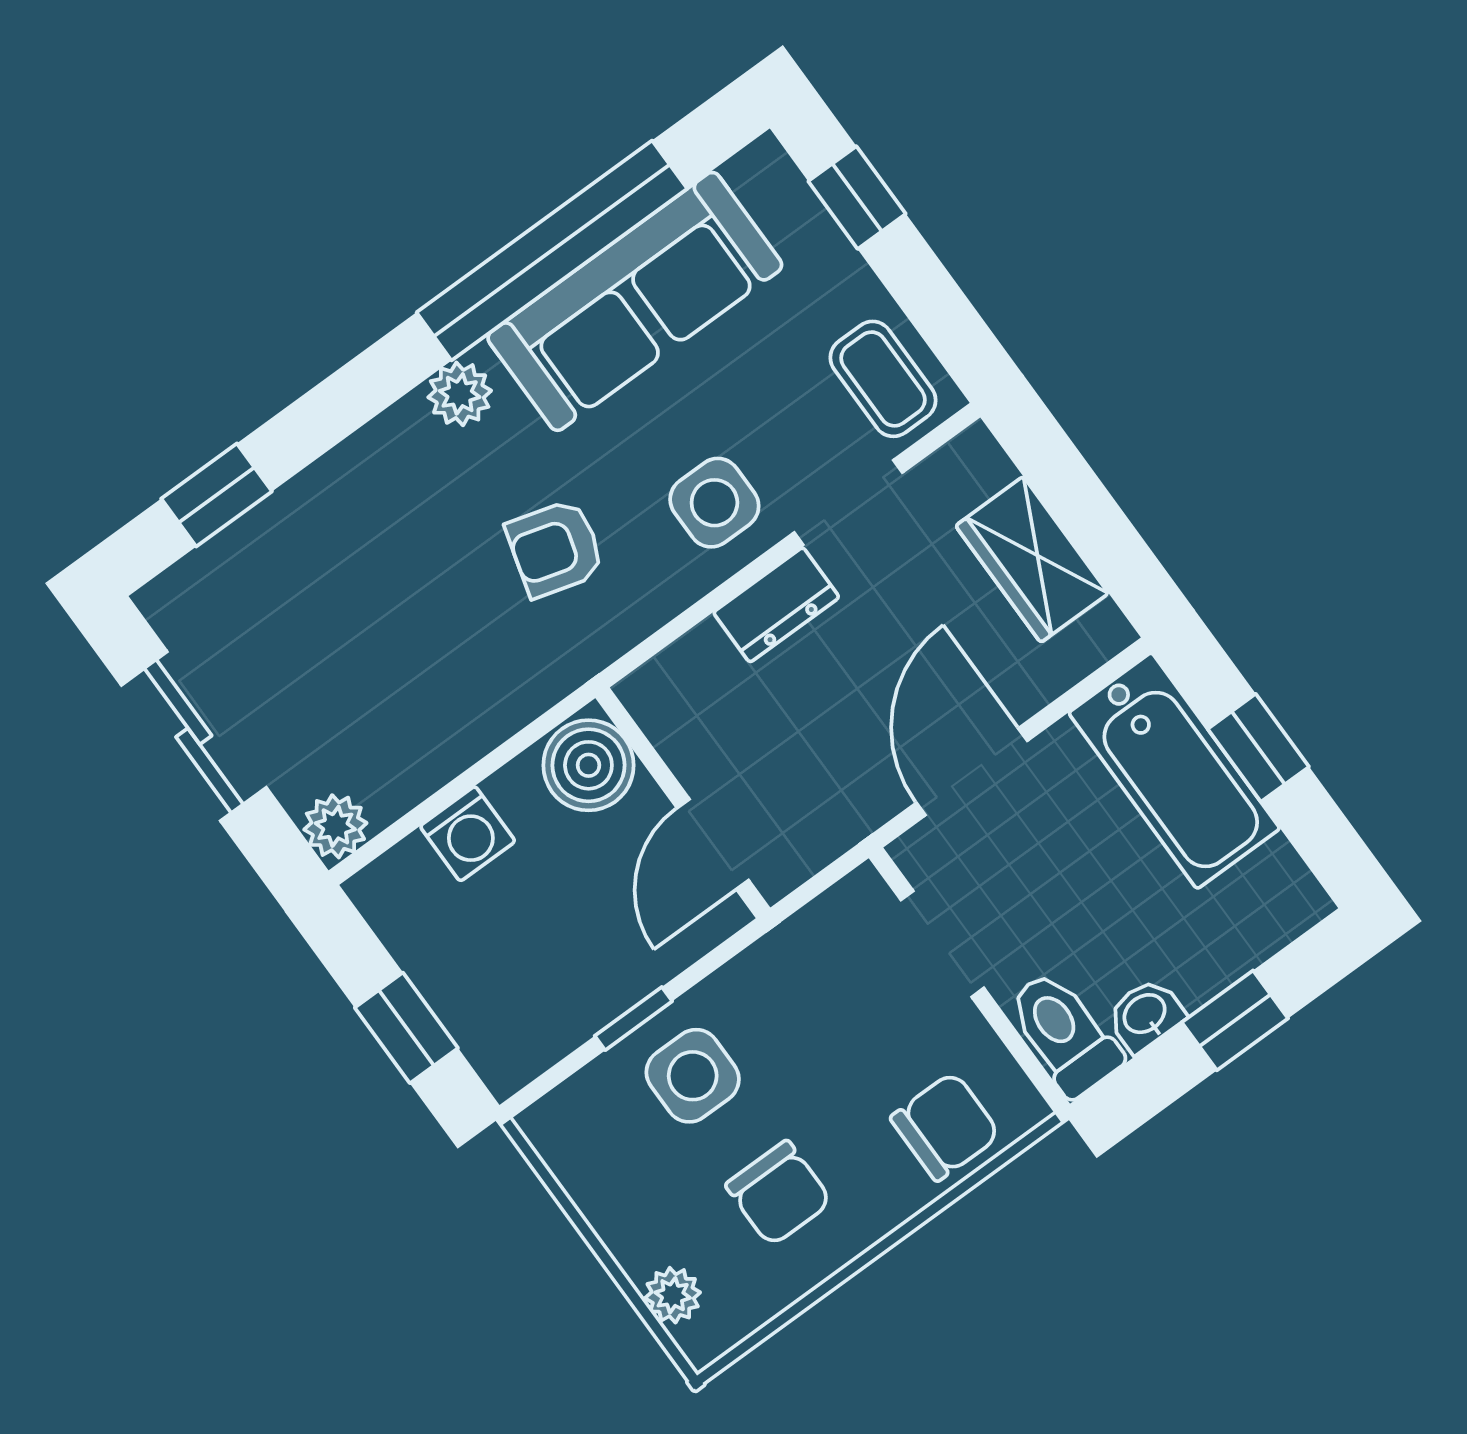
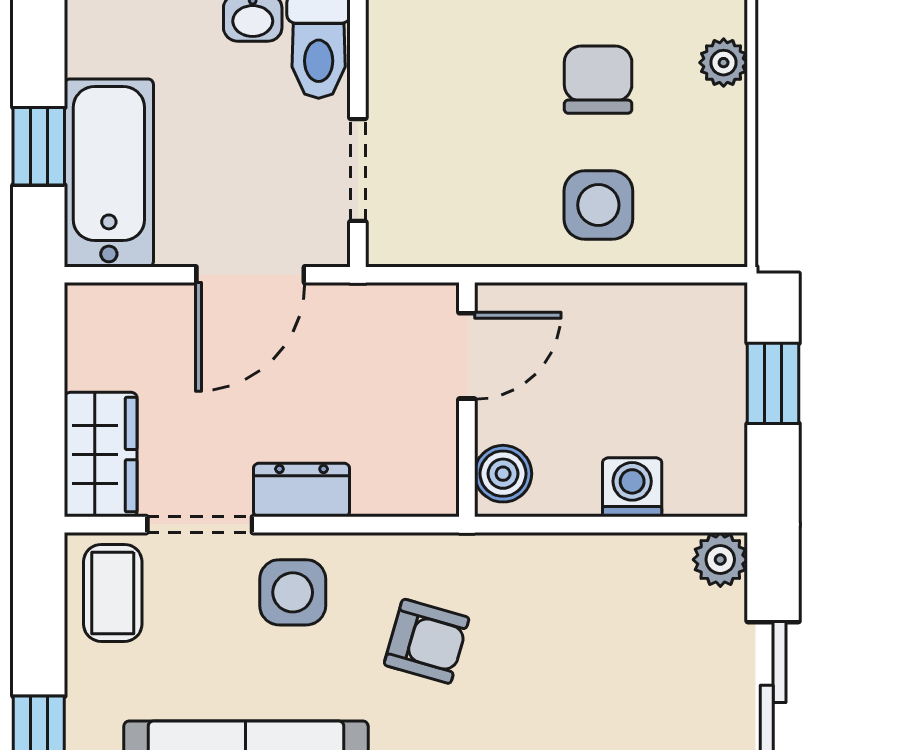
wardrobe: (1032, 559) -> (101, 455), moved
boiler: (588, 765) -> (503, 474), width x0.73, depth x0.73
window: (633, 1019) -> (611, 275), removed
chair: (945, 1126) -> (448, 42), removed

